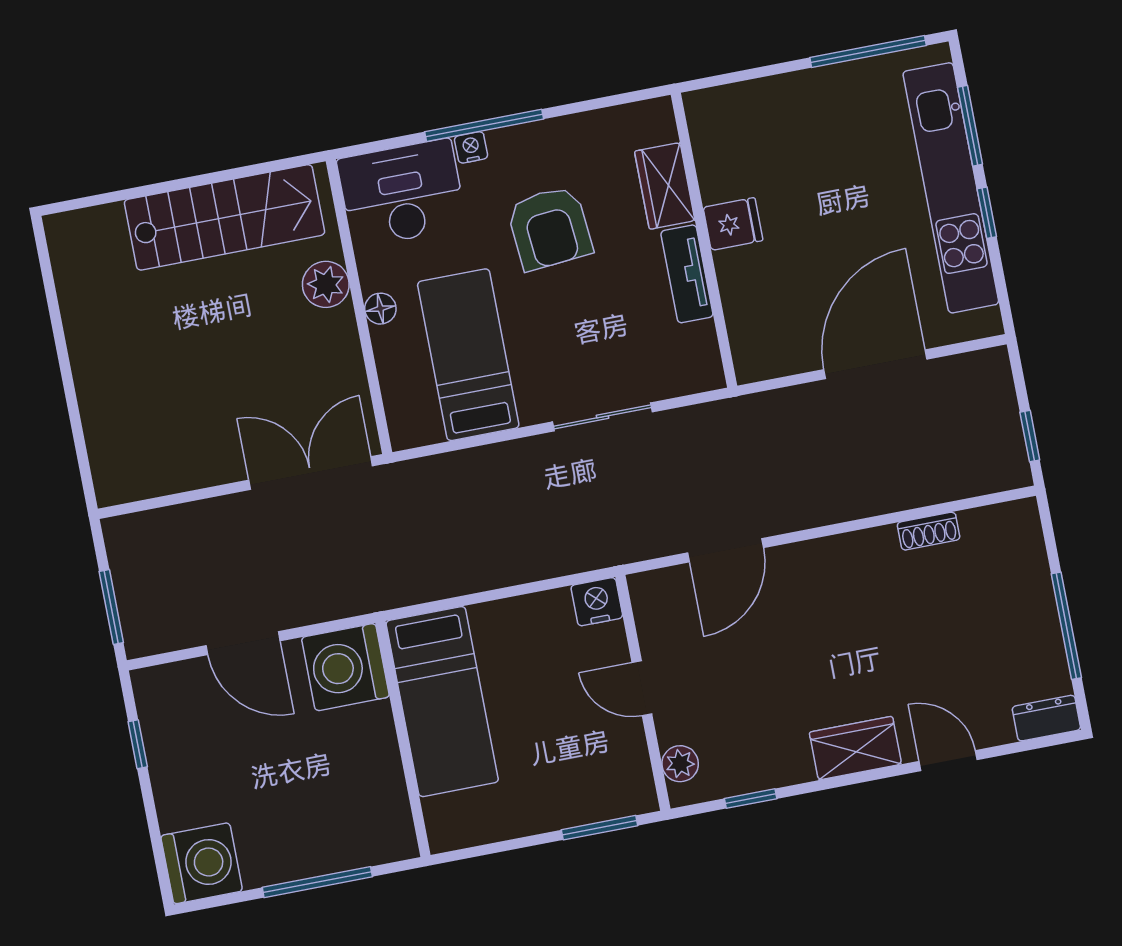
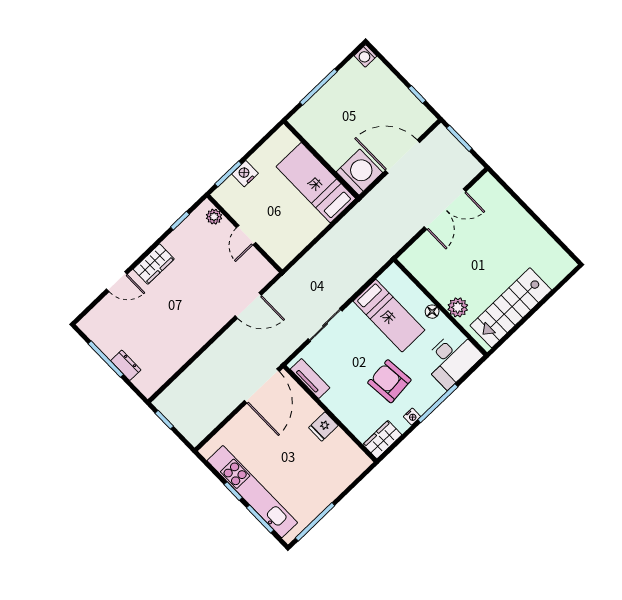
nightstand: (471, 147) -> (412, 417), moved
wardrobe: (665, 186) -> (382, 440), moved, turned -90
tv unit: (687, 274) -> (310, 378), moved
door: (875, 364) -> (262, 386), moved
double door: (311, 473) -> (445, 209), moved
shoe rack: (929, 531) -> (179, 361), removed
door: (725, 550) -> (248, 305), swing flipped
nightstand: (597, 602) -> (245, 174), moved, turned 180
door: (243, 643) -> (403, 156), width x1.36
door: (642, 688) -> (246, 235), swing flipped
dresser: (1046, 718) -> (126, 365), moved, turned -90
washing machine: (202, 863) -> (365, 56), width x0.53, depth x0.53

